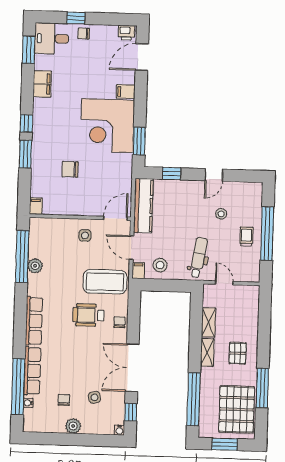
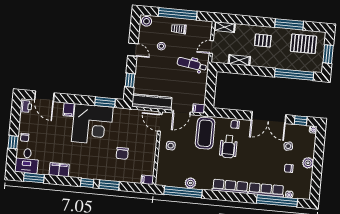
stool: (160, 265) -> (146, 21), moved
shelving: (207, 352) -> (225, 27), moved
pallet: (237, 409) -> (303, 44), width x0.73, depth x0.71

